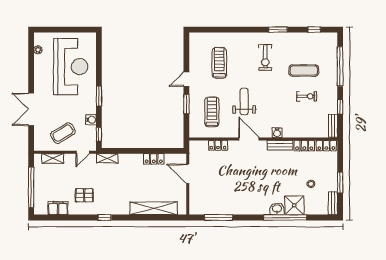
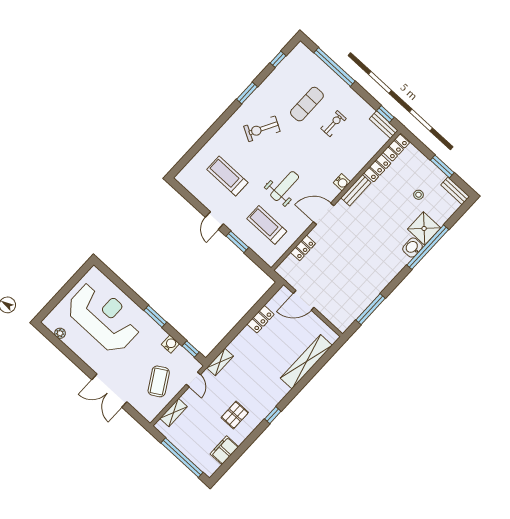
exercise bike: (265, 58) -> (262, 129), turned 119
weight bench: (244, 101) -> (285, 186), turned 90
window: (340, 107) -> (385, 114), moved

